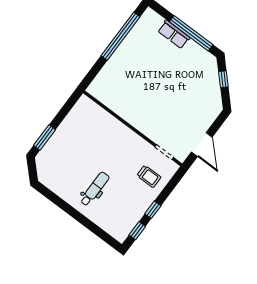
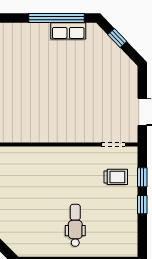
row of seats: (174, 34) -> (68, 31), moved
window: (137, 231) -> (142, 177), moved

